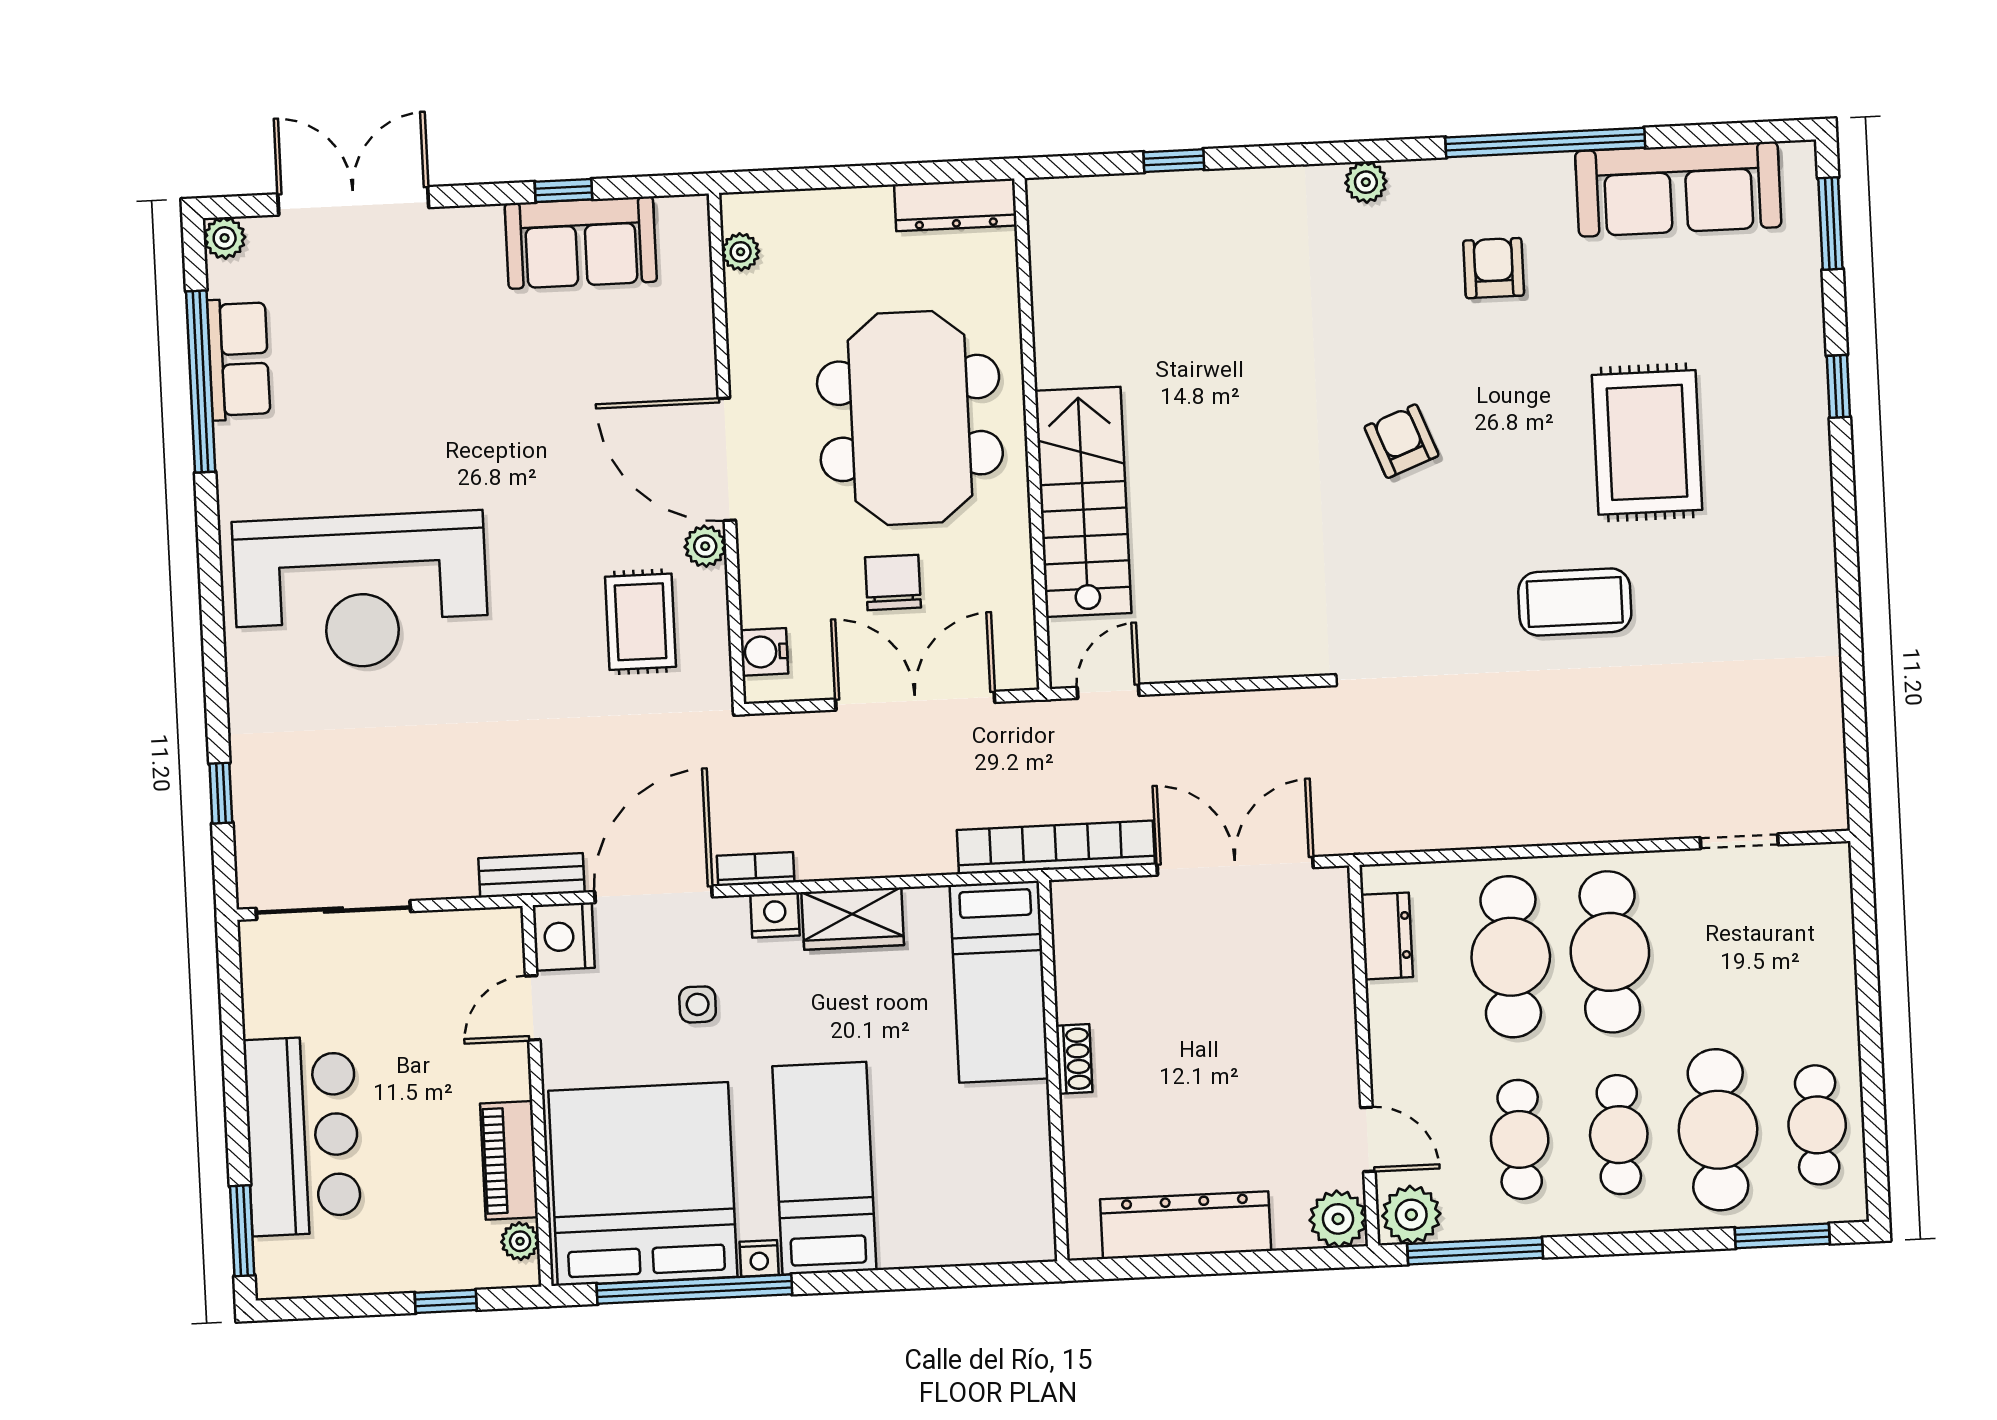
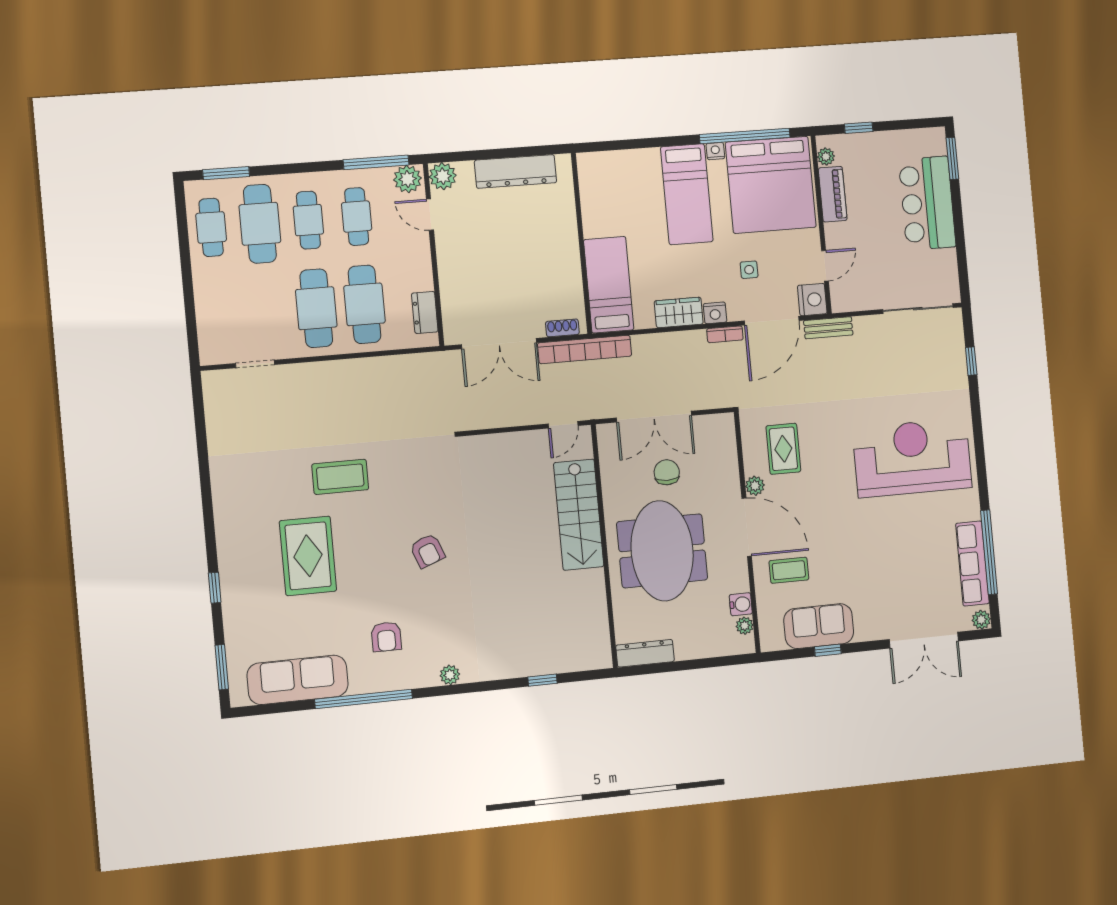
row of seats: (239, 359) -> (972, 563), width x1.48
coffee table: (640, 364) -> (789, 570), added
chair: (893, 582) -> (667, 472), turned 180
water cooler: (764, 652) -> (741, 604), moved
shoe rack: (1074, 1059) -> (562, 328), moved, turned 90

